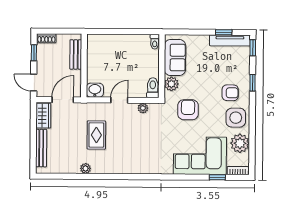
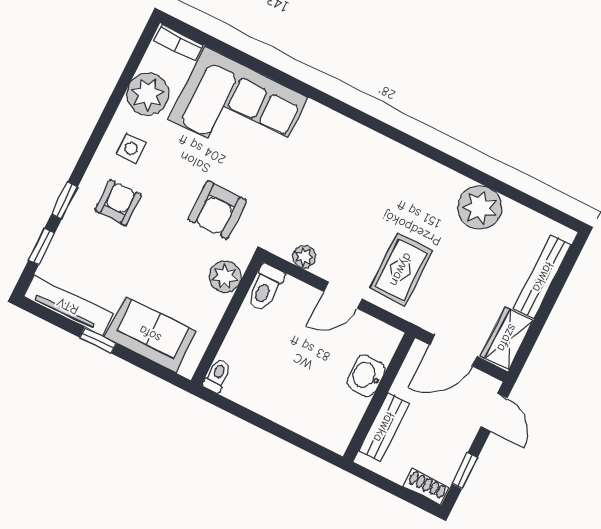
window: (224, 32) -> (98, 340), moved
window: (253, 48) -> (42, 246), moved
sofa: (175, 58) -> (150, 334), moved, turned 90
washbasin: (95, 90) -> (366, 376), moved, turned 90
armchair: (230, 93) -> (118, 203), turned 90
side table: (236, 118) -> (131, 148), width x0.54, depth x0.54
rug: (96, 135) -> (401, 270), moved
plant: (85, 168) -> (480, 208), width x1.88, depth x1.88
window: (217, 177) -> (225, 49), removed

